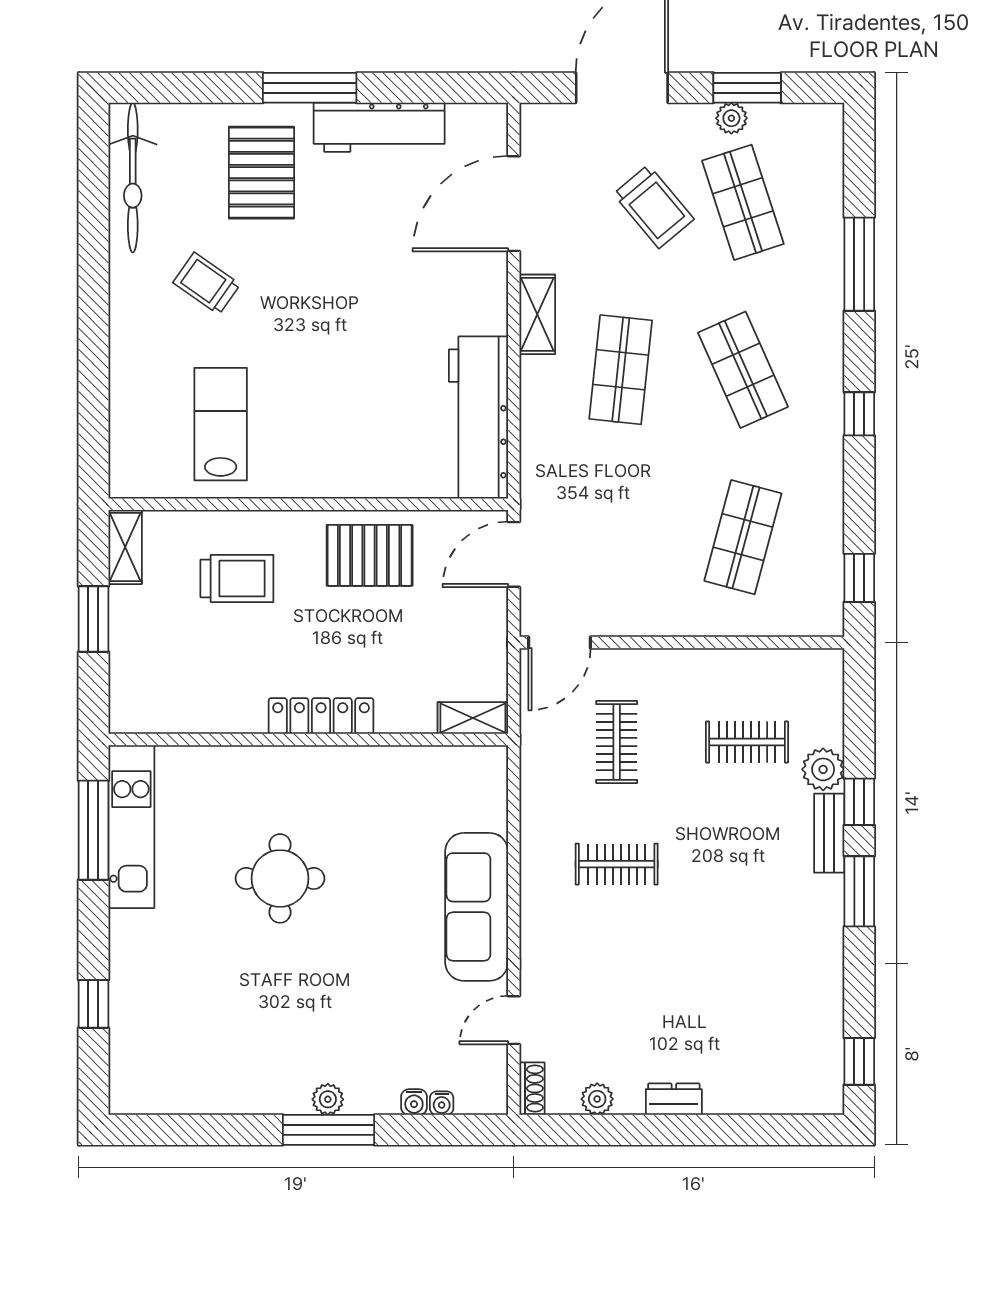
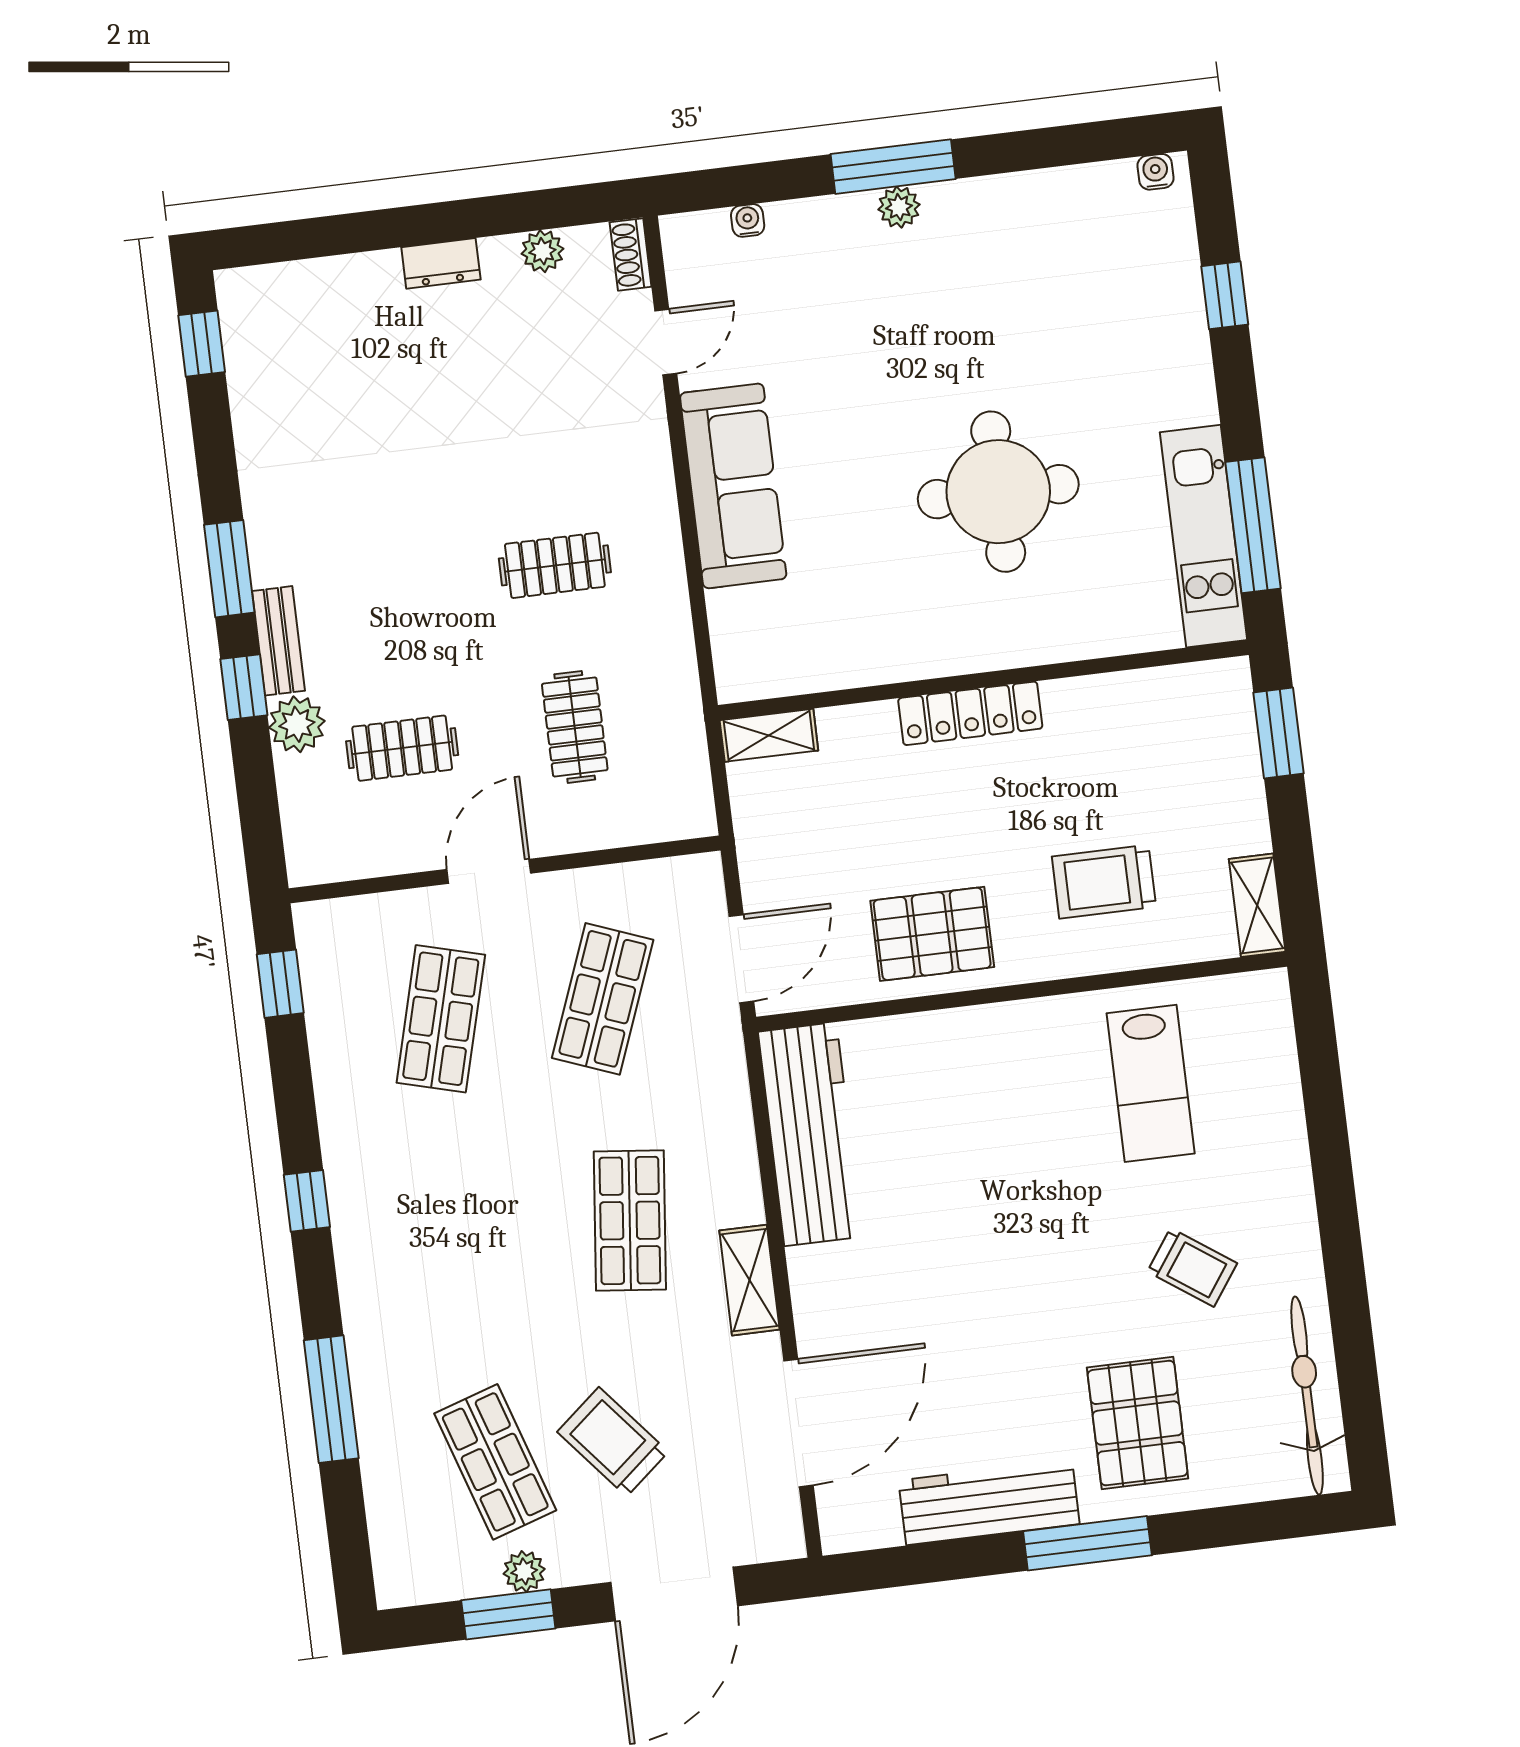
shop shelf: (743, 370) -> (603, 999), moved, turned 45
window: (93, 619) -> (1279, 733), moved
door: (559, 642) -> (489, 871), moved
round table: (280, 878) -> (998, 492), width x1.36, depth x1.36
water cooler: (414, 1102) -> (1156, 172), moved

